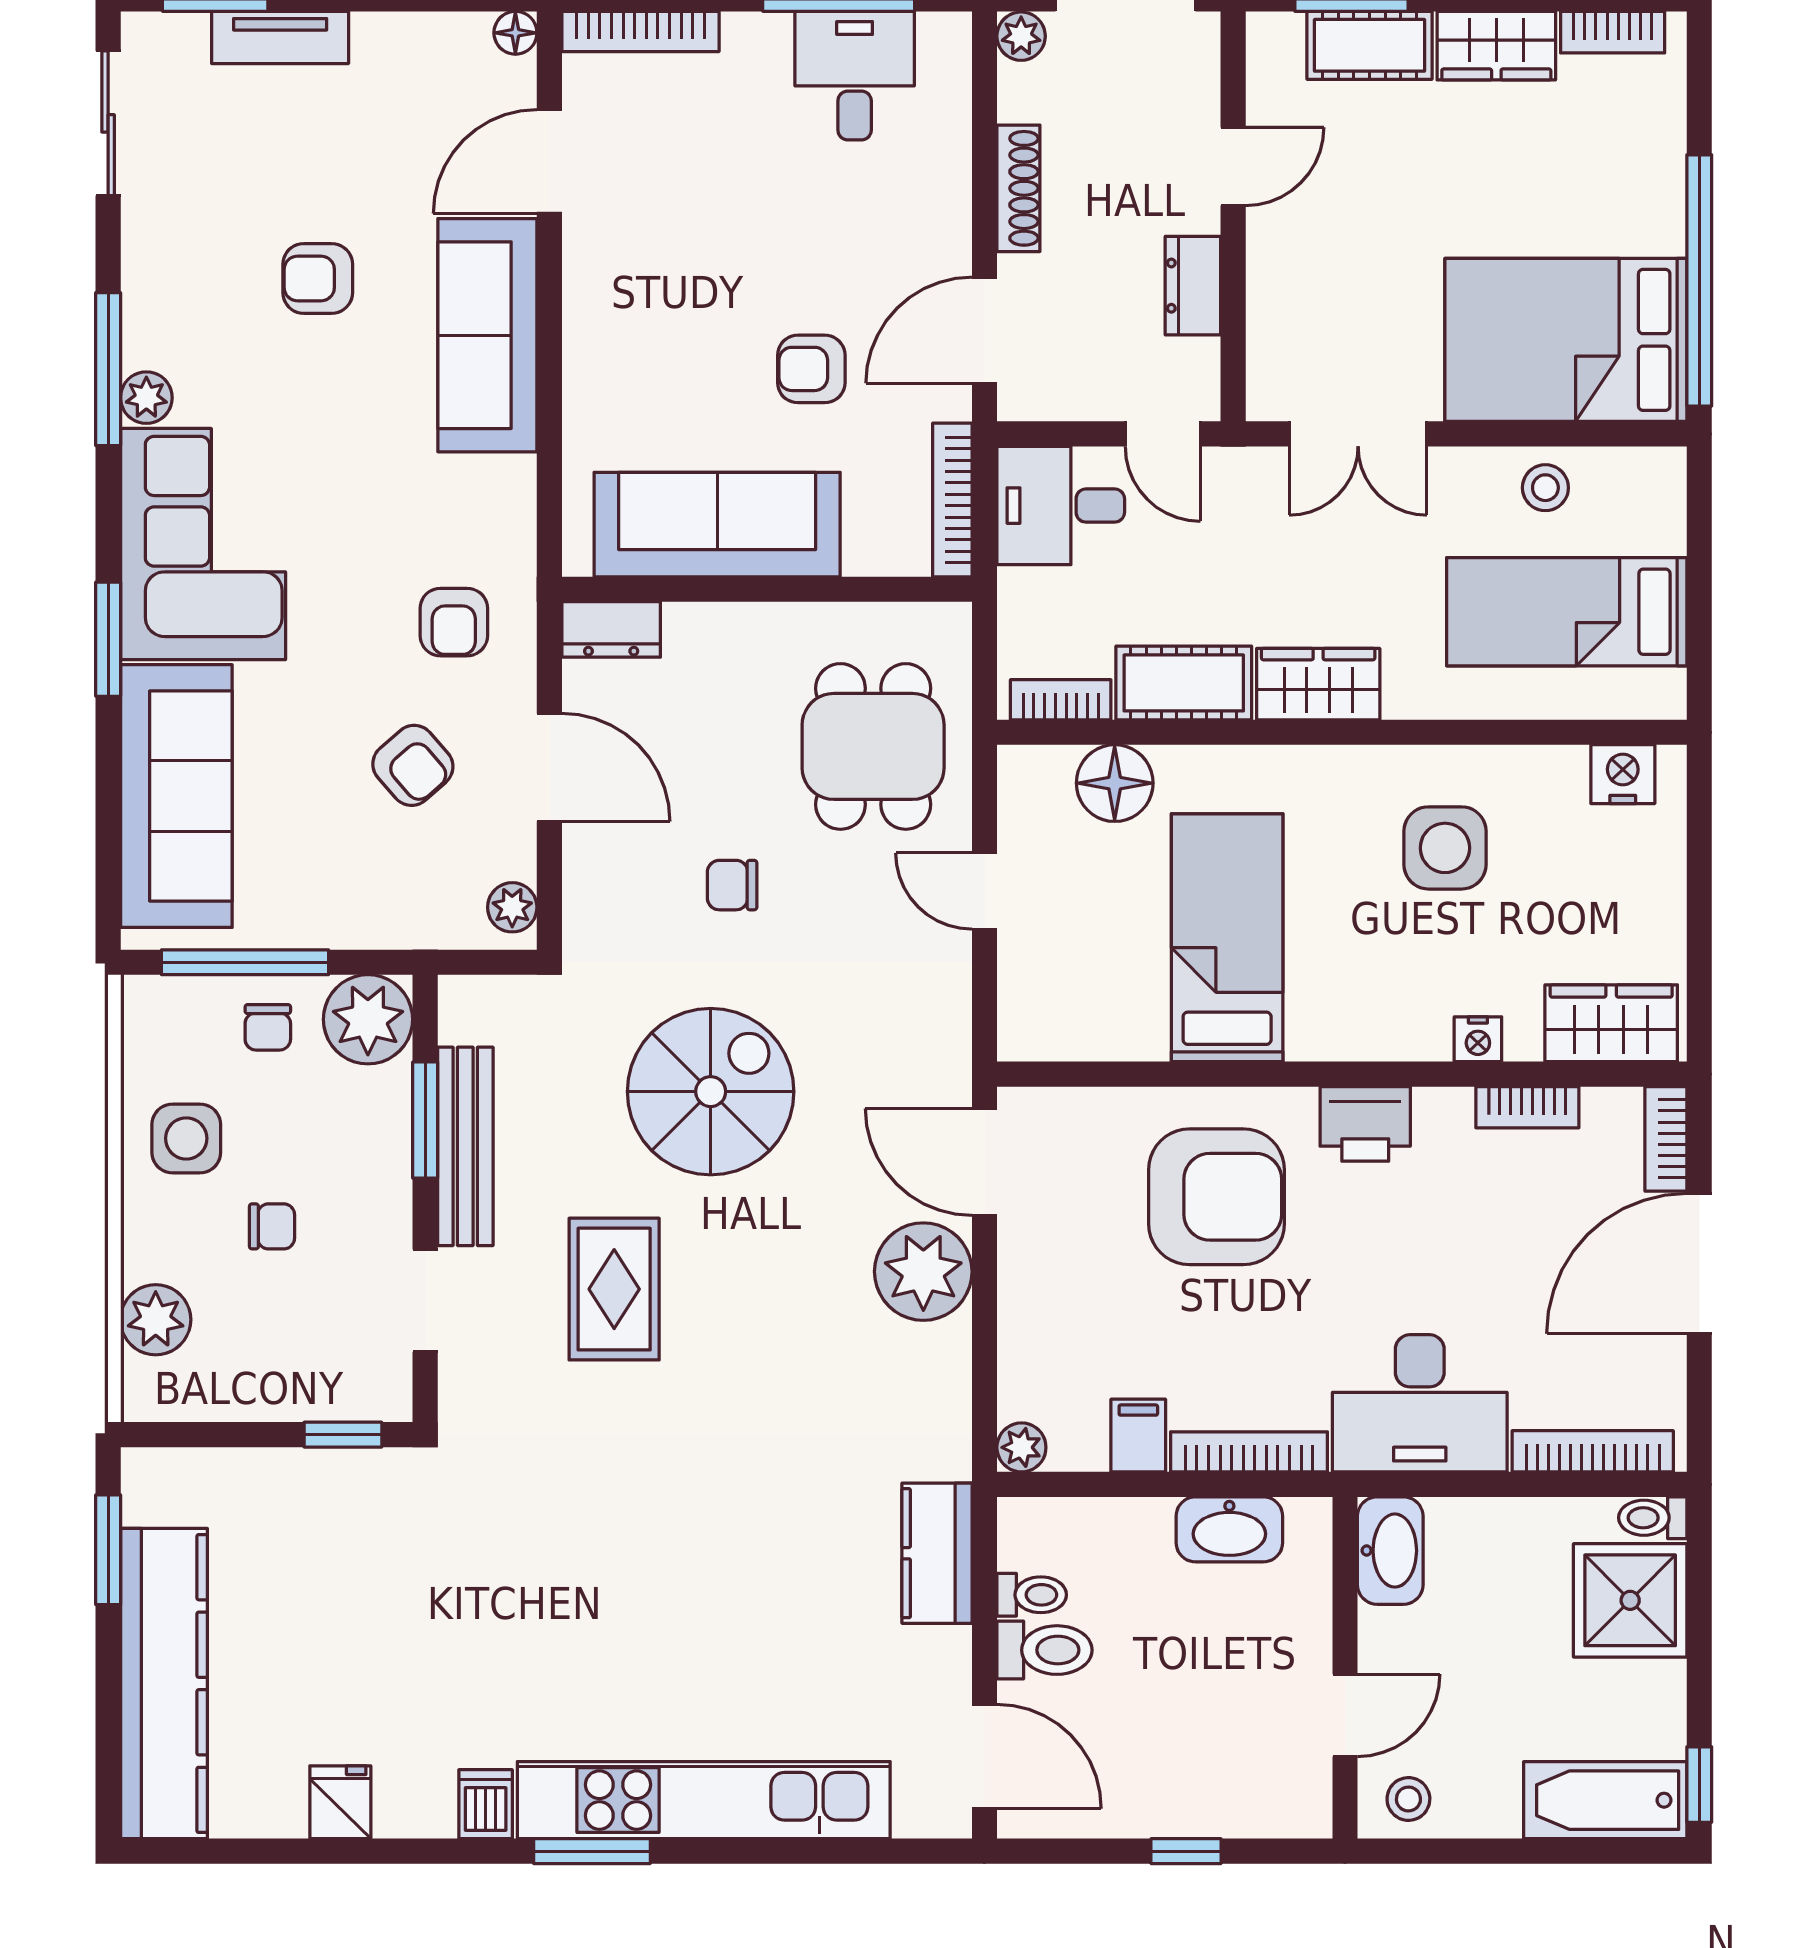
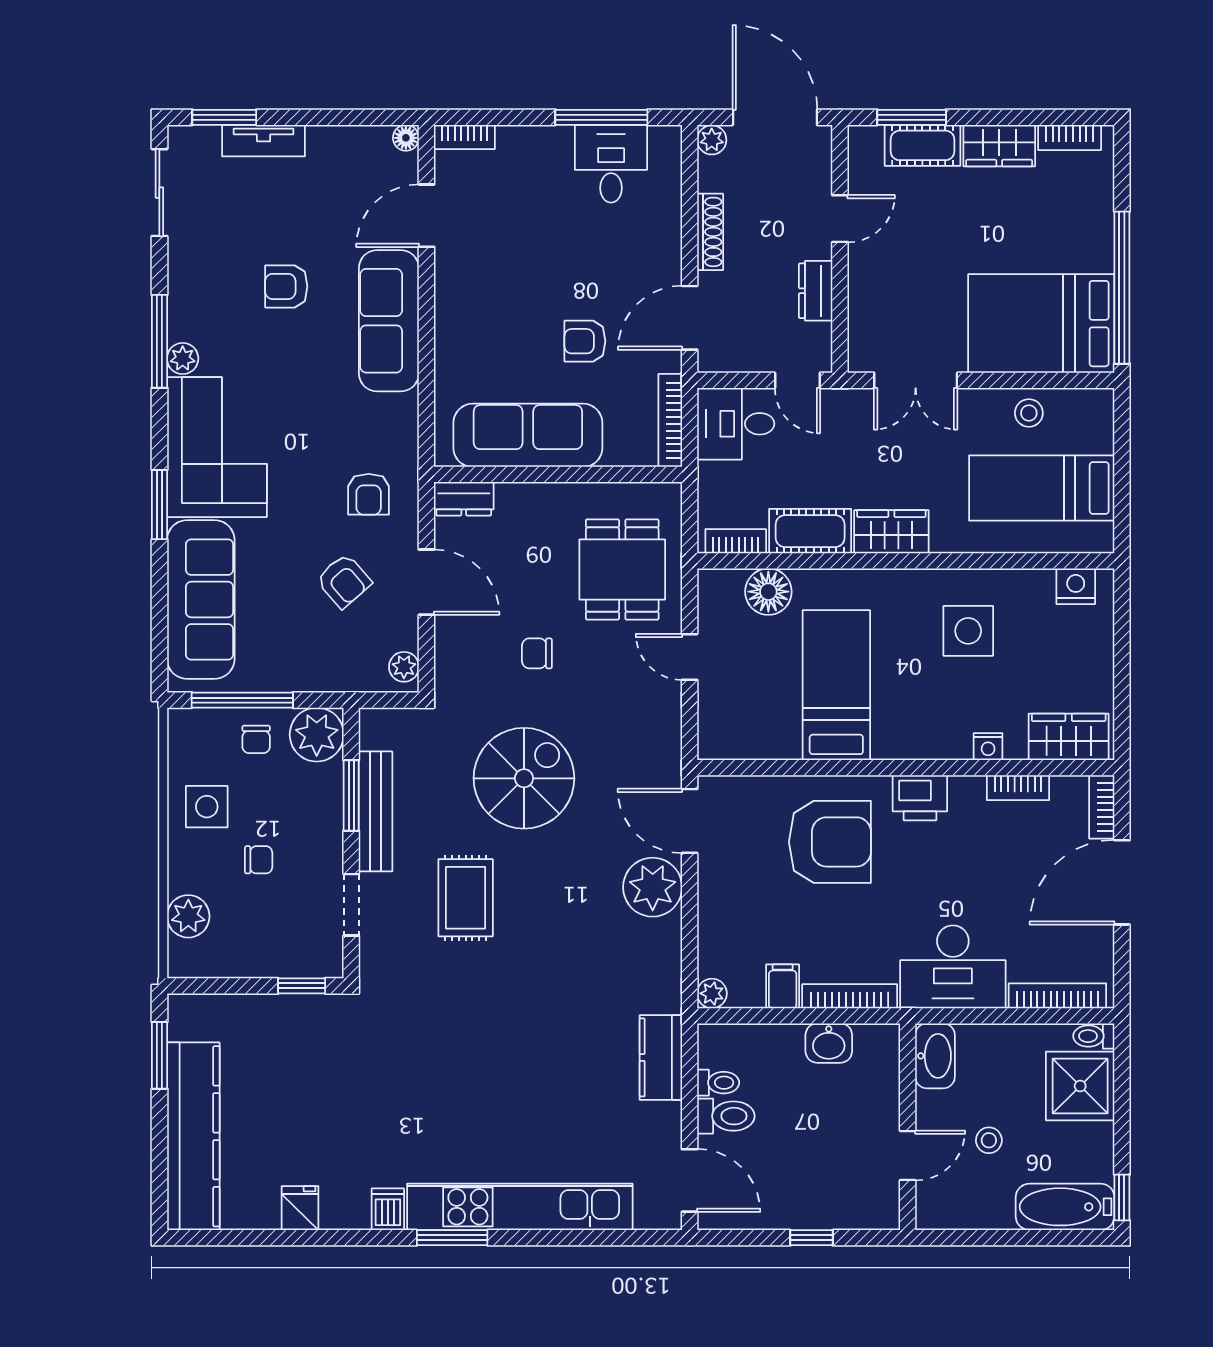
bookcase: (640, 31) -> (464, 137), width x0.64
washbasin: (1229, 1529) -> (829, 1043), width x0.72
stool: (1408, 1799) -> (989, 1140), moved

